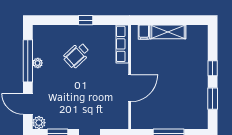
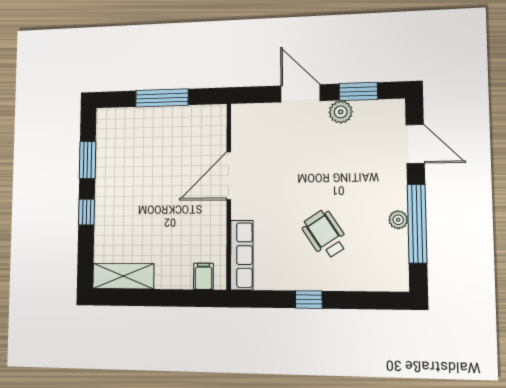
shelving: (168, 32) -> (123, 276), moved
wheelchair: (77, 55) -> (325, 234), turned -80
plant: (39, 123) -> (341, 112), moved

